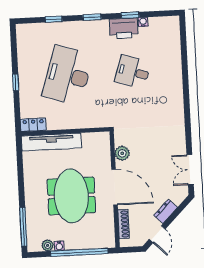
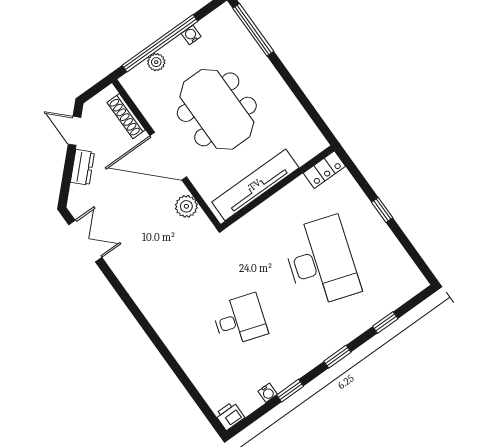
printer: (124, 28) -> (230, 416), moved, width x0.53, depth x0.68
tv unit: (51, 142) -> (255, 185), moved
plant: (48, 245) -> (156, 62), moved

